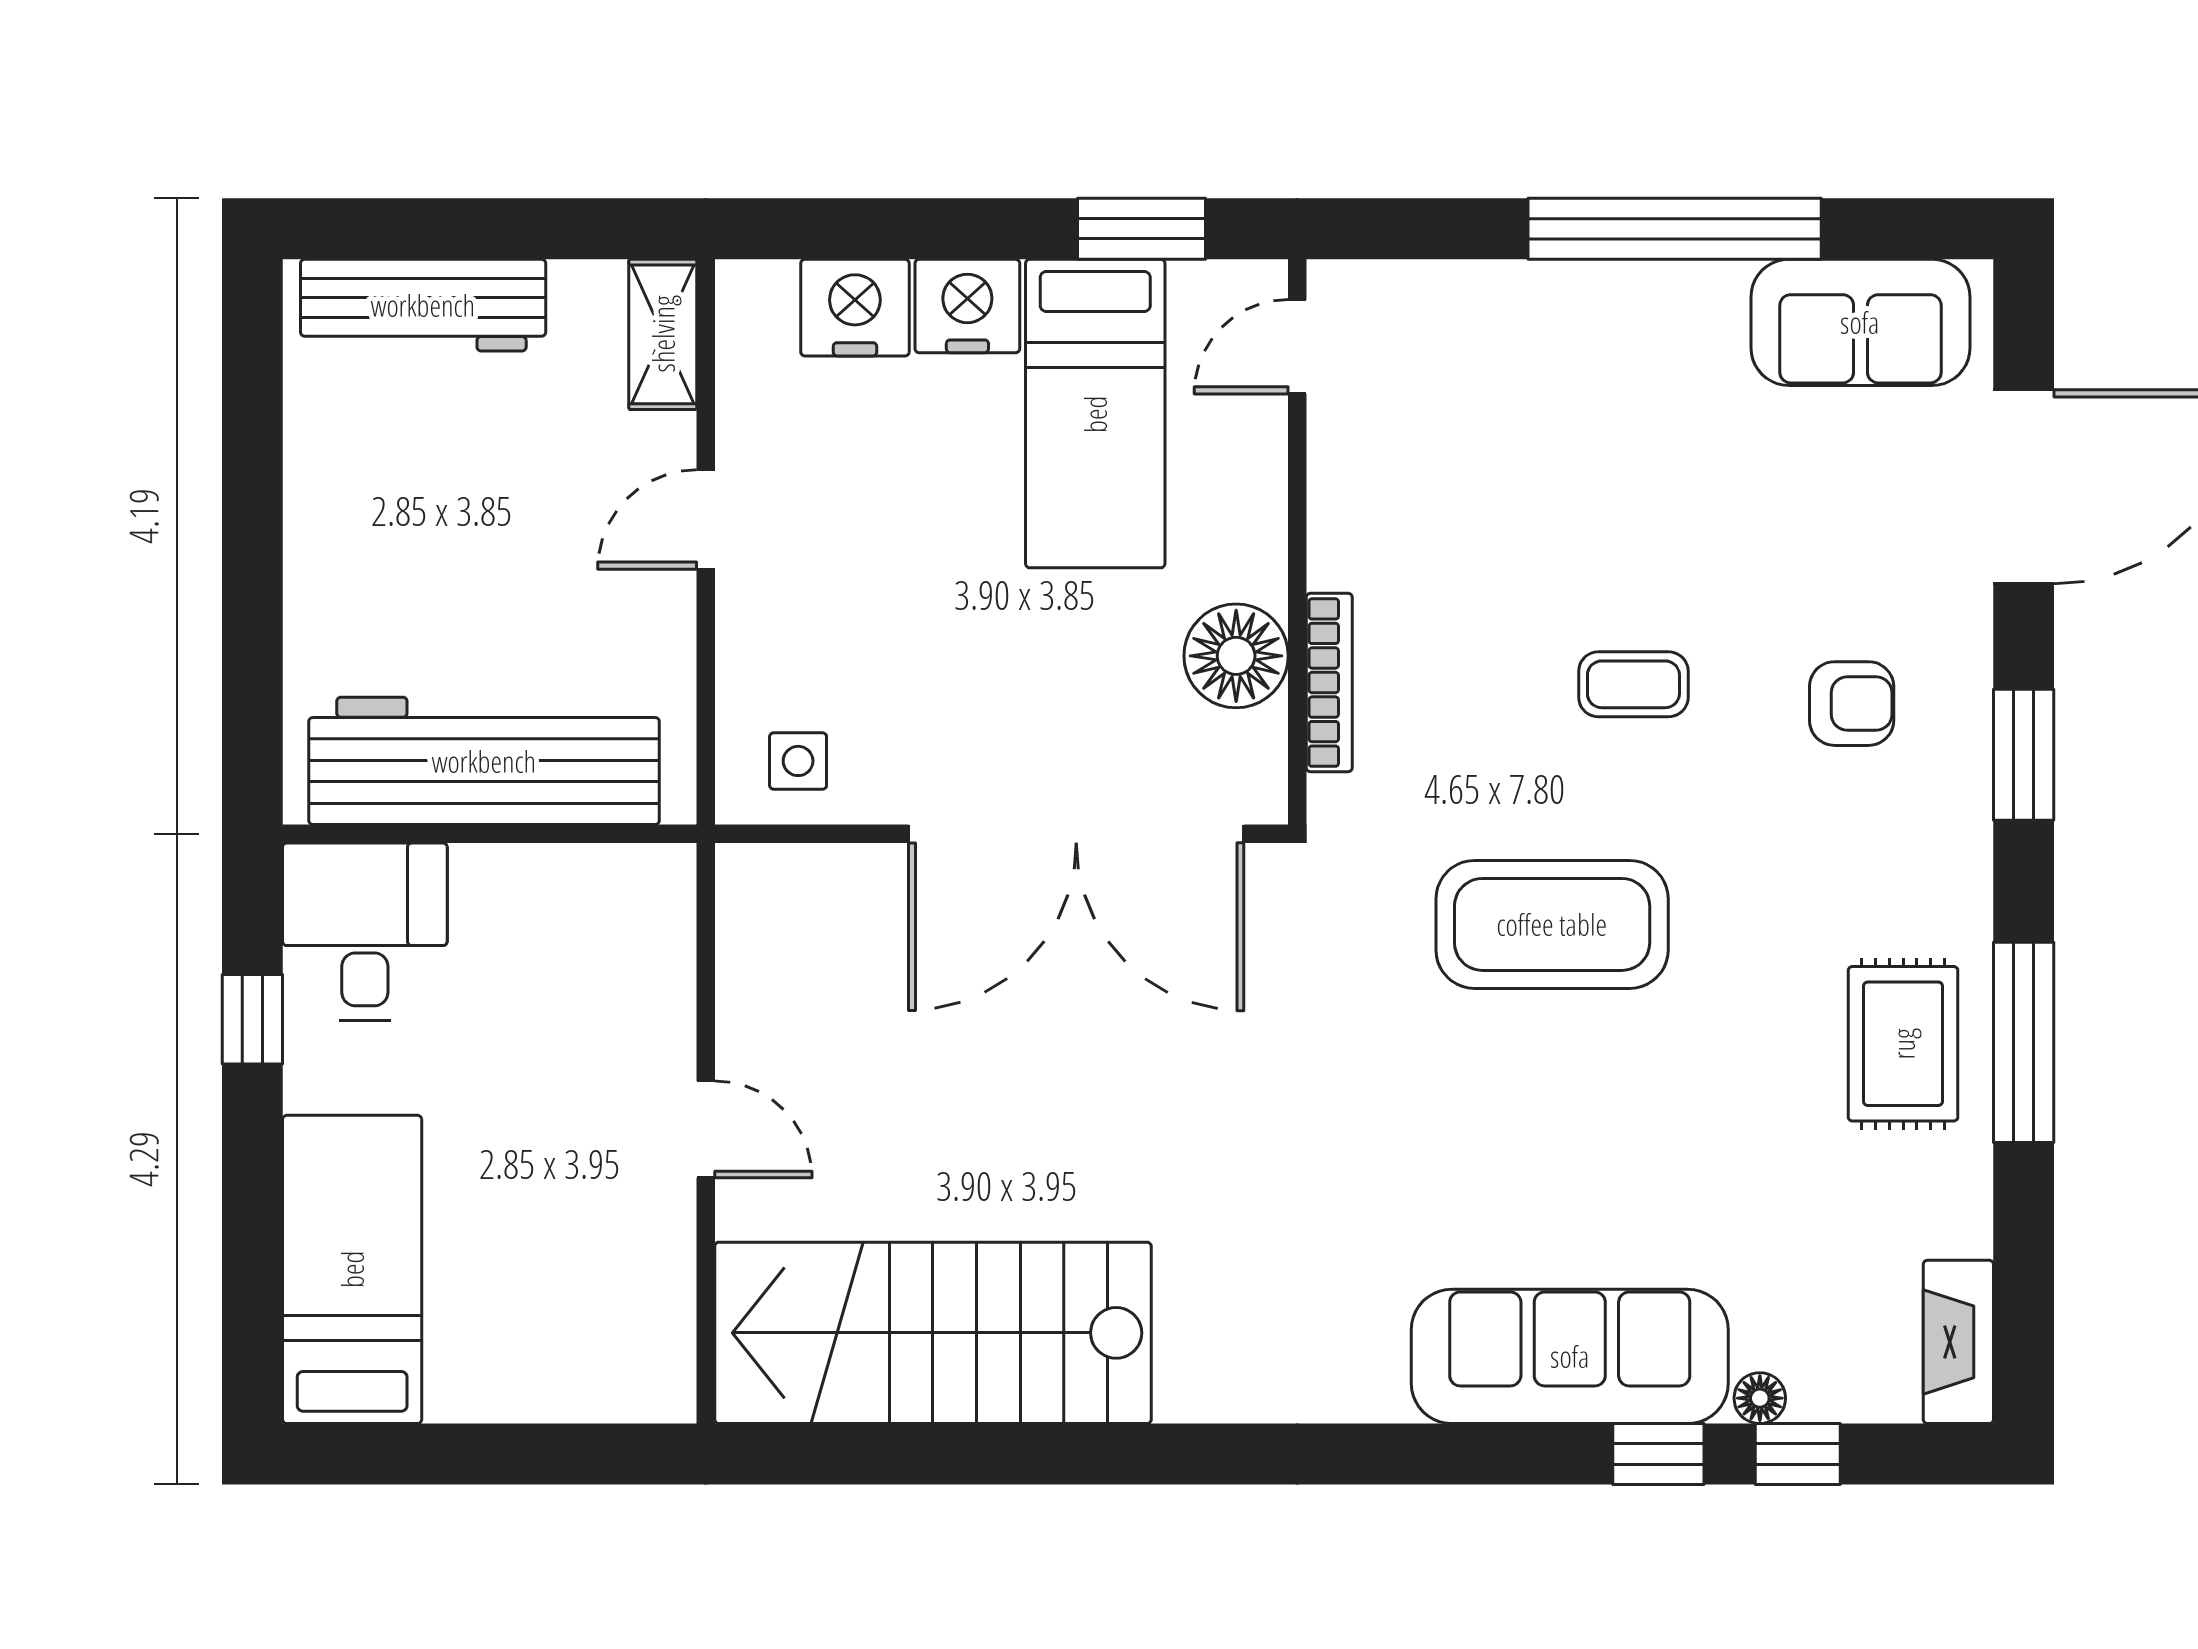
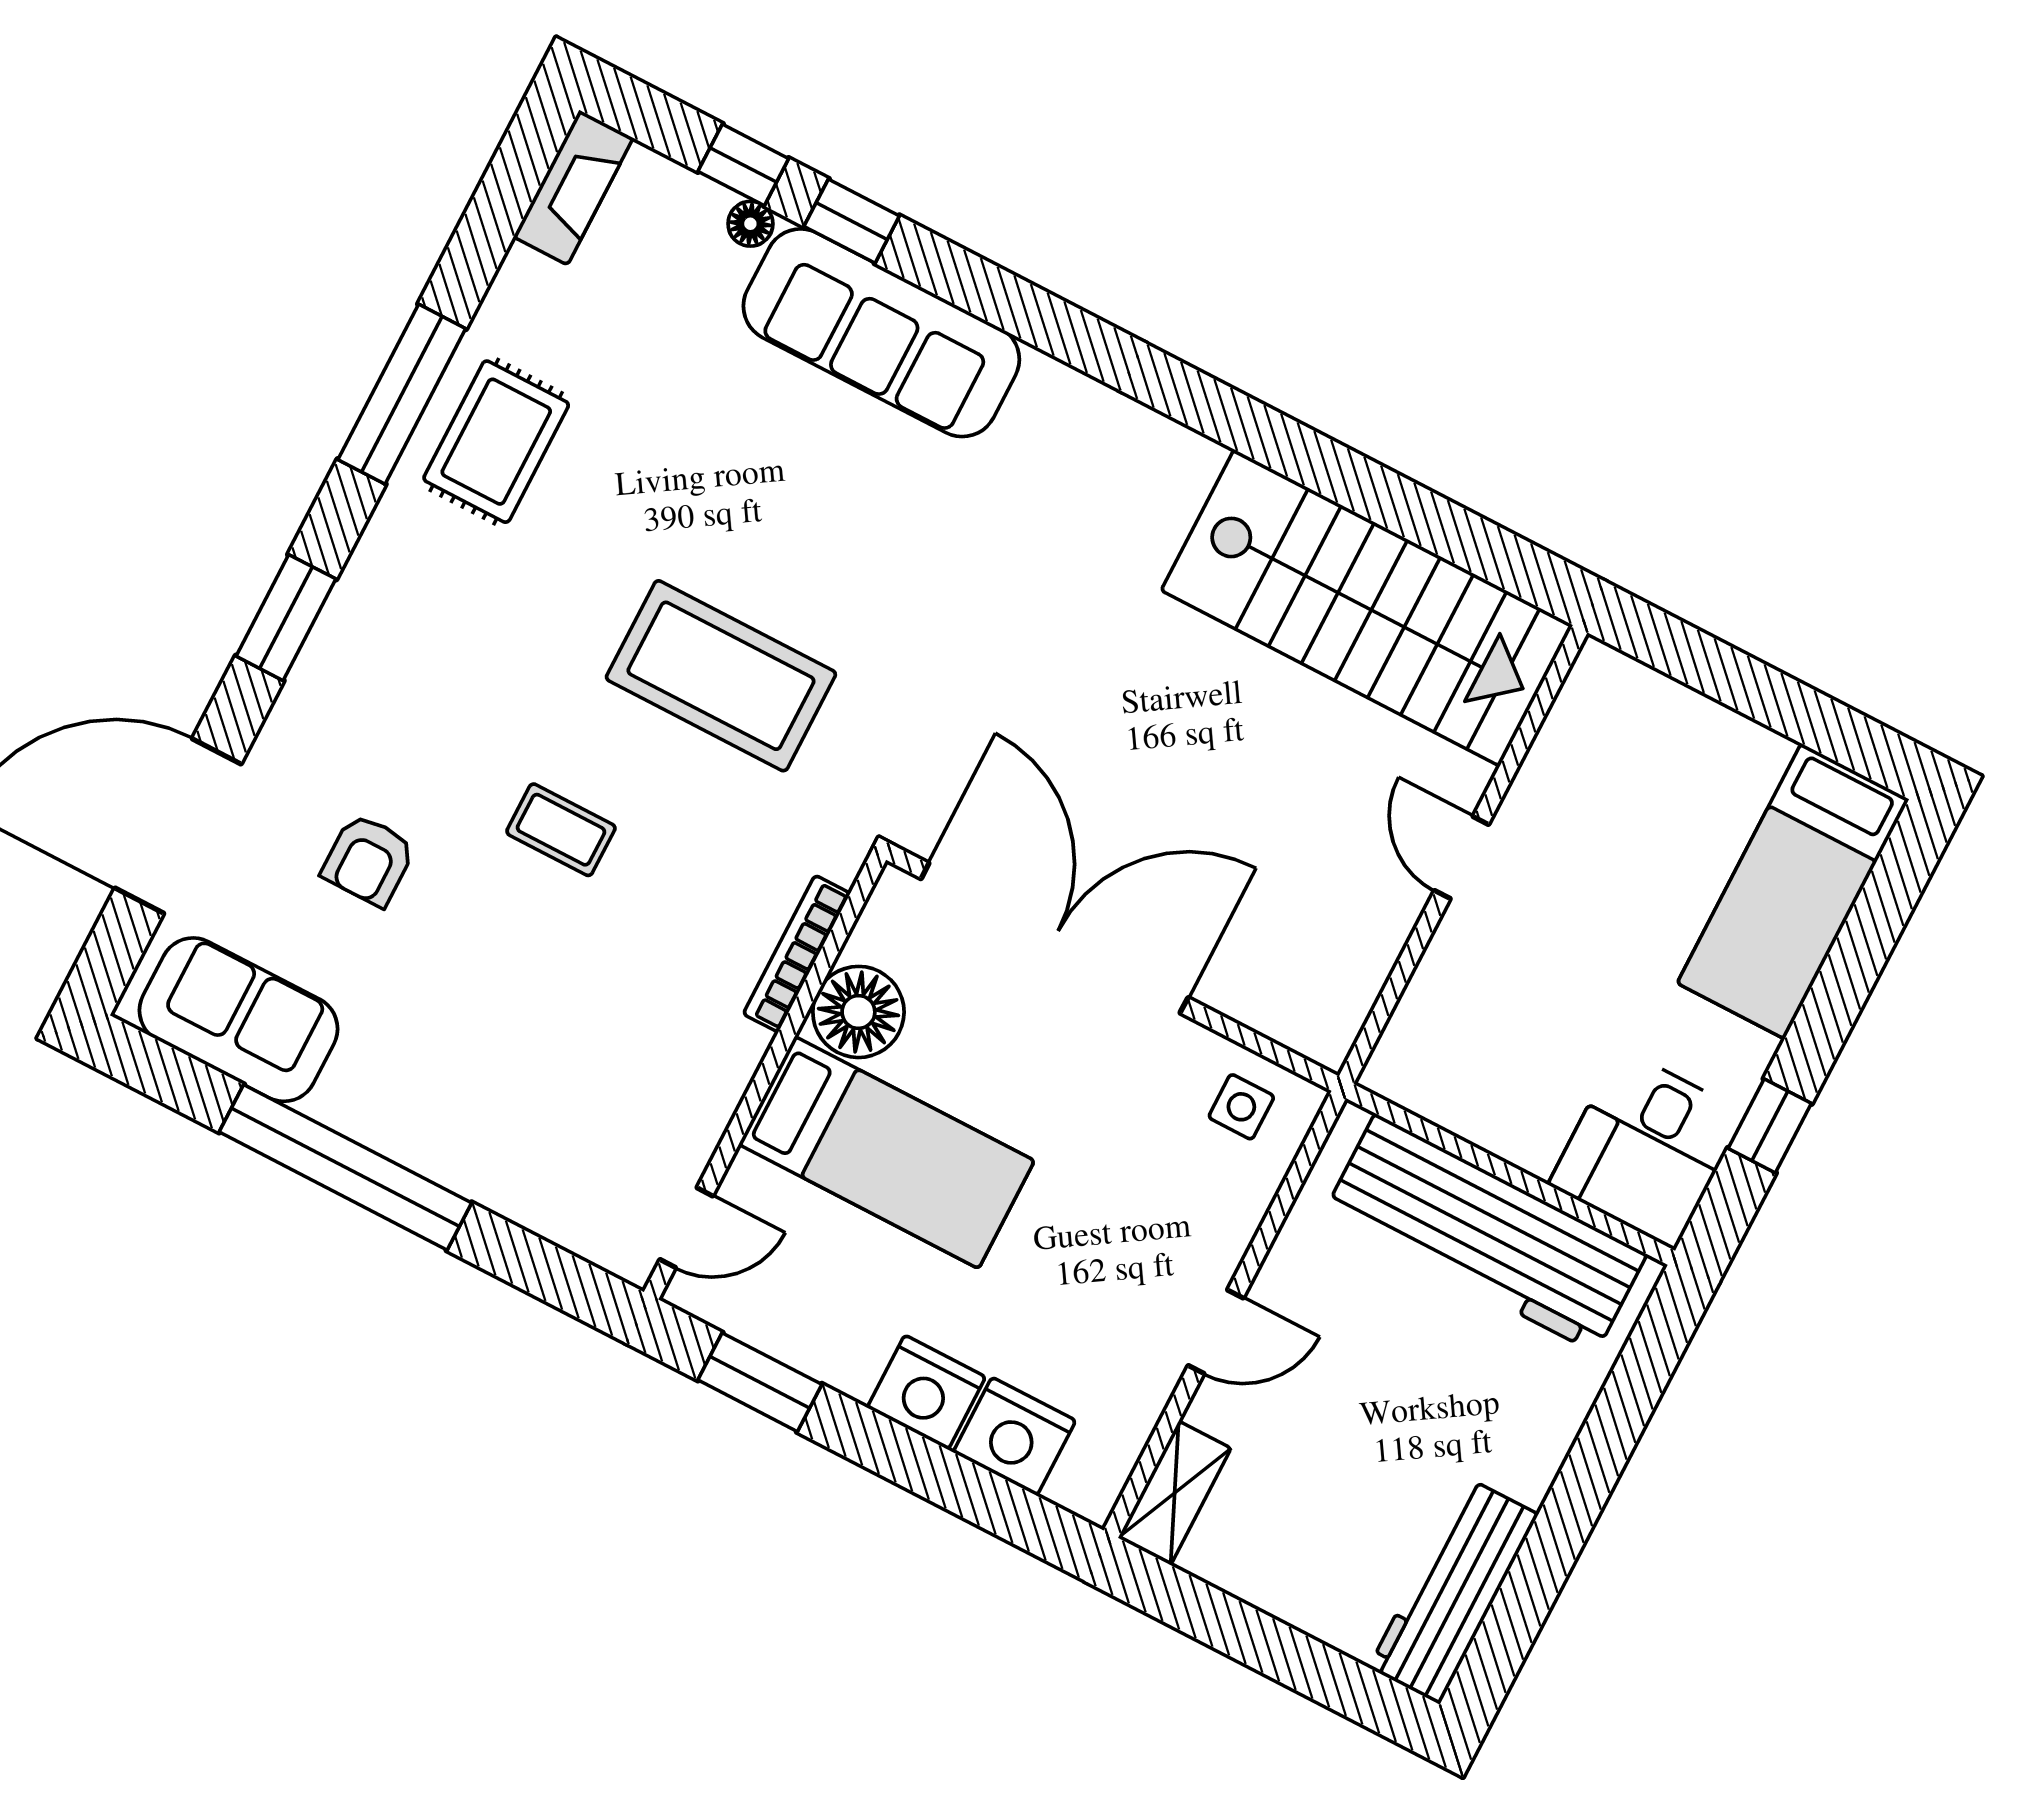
workbench: (423, 305) -> (1453, 1591), moved, turned -90
bed: (1095, 414) -> (887, 1152), moved, turned 90
armchair: (1852, 704) -> (368, 860), moved, turned -90

